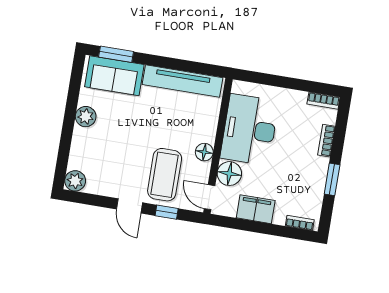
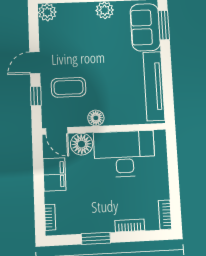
coffee table: (165, 175) -> (69, 87), width x0.73, depth x0.76
door: (210, 197) -> (57, 131), swing flipped

